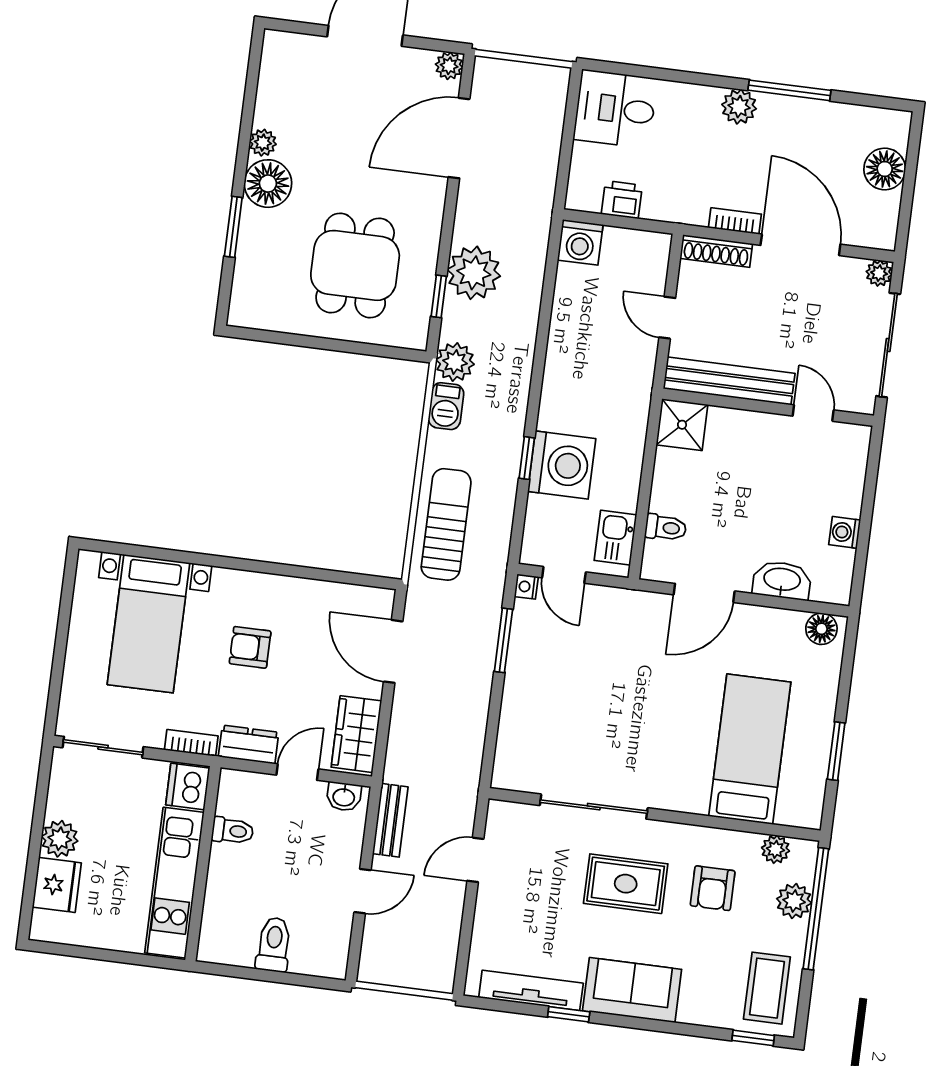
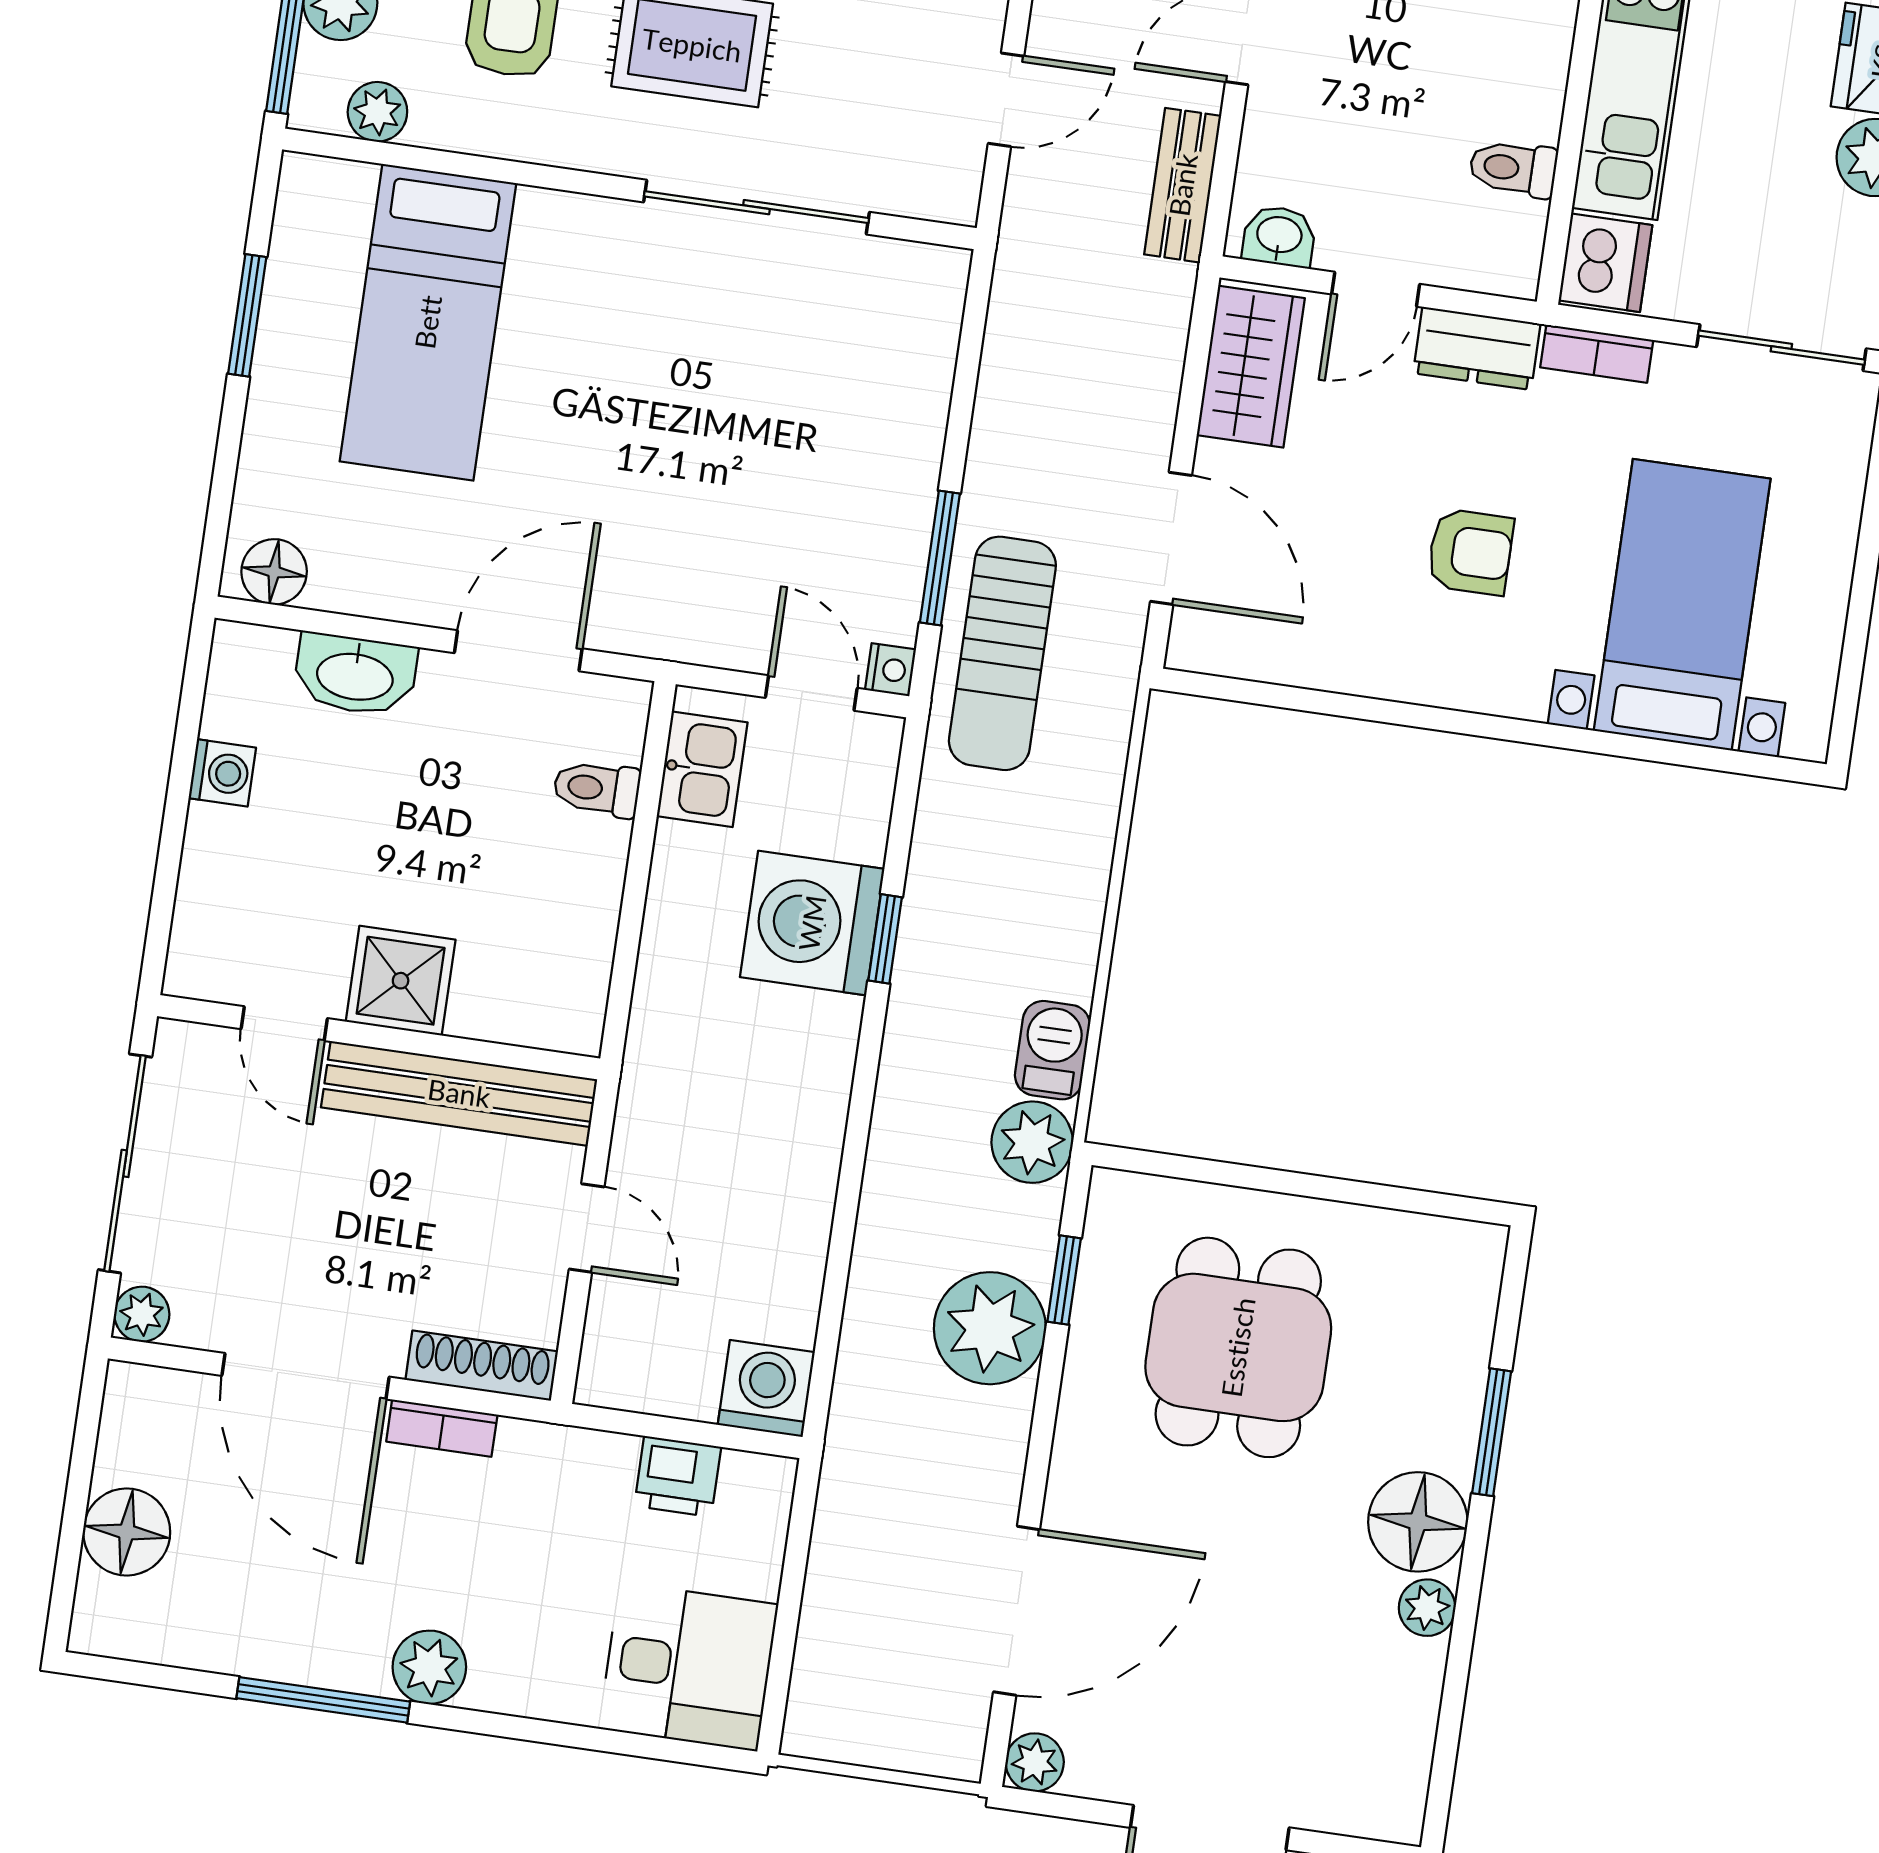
shower: (682, 425) -> (401, 981), moved
sun lounger: (446, 524) -> (1002, 653), moved

